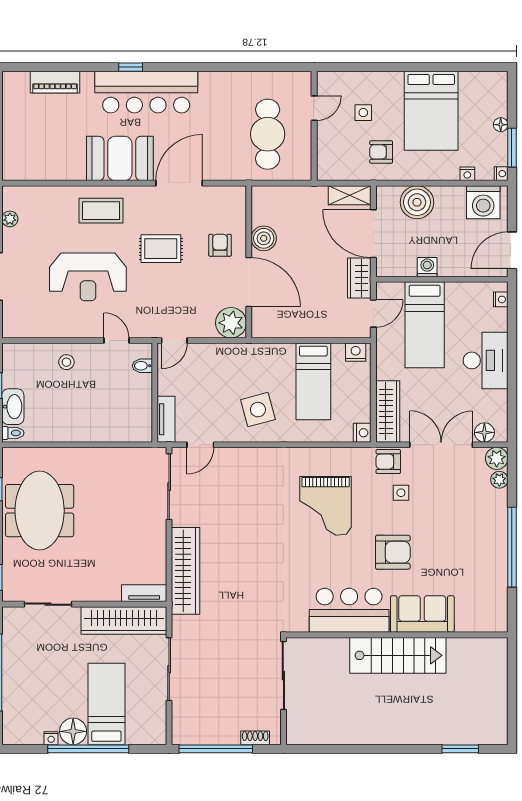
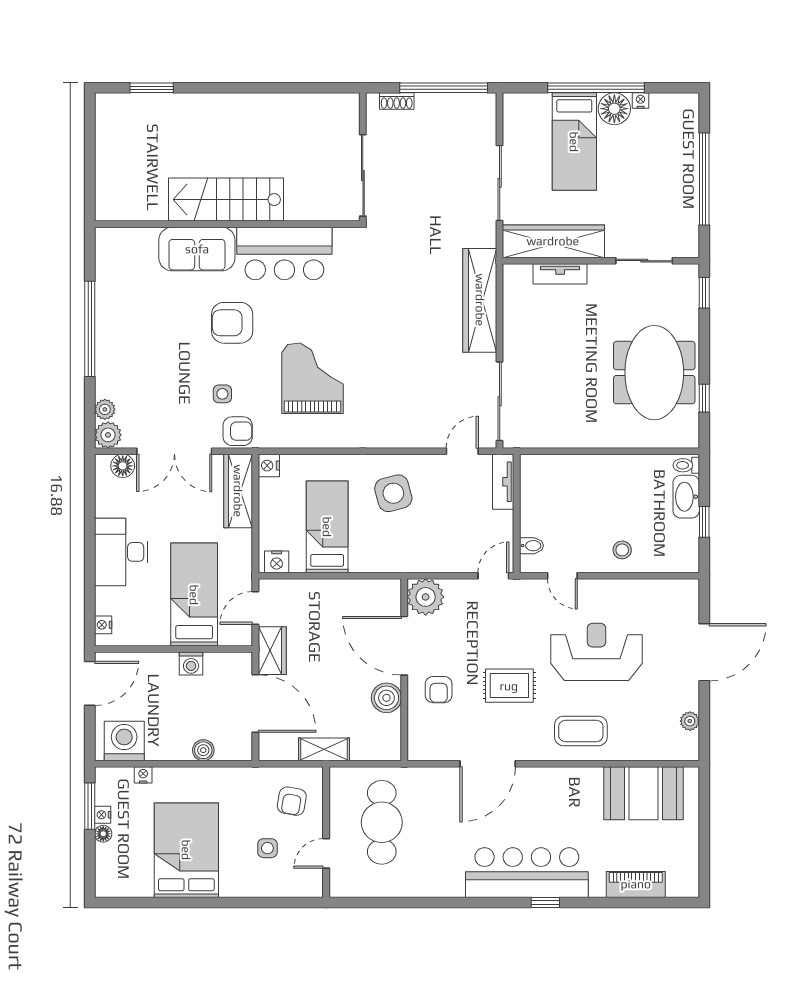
armchair: (381, 152) -> (292, 801), moved, turned 100
booth: (120, 158) -> (643, 793), moved
nightstand: (501, 174) -> (103, 815), moved
shelving: (350, 195) -> (324, 749), moved
boiler: (417, 202) -> (203, 750), width x0.54, depth x0.54
tv unit: (144, 593) -> (560, 274), moved

